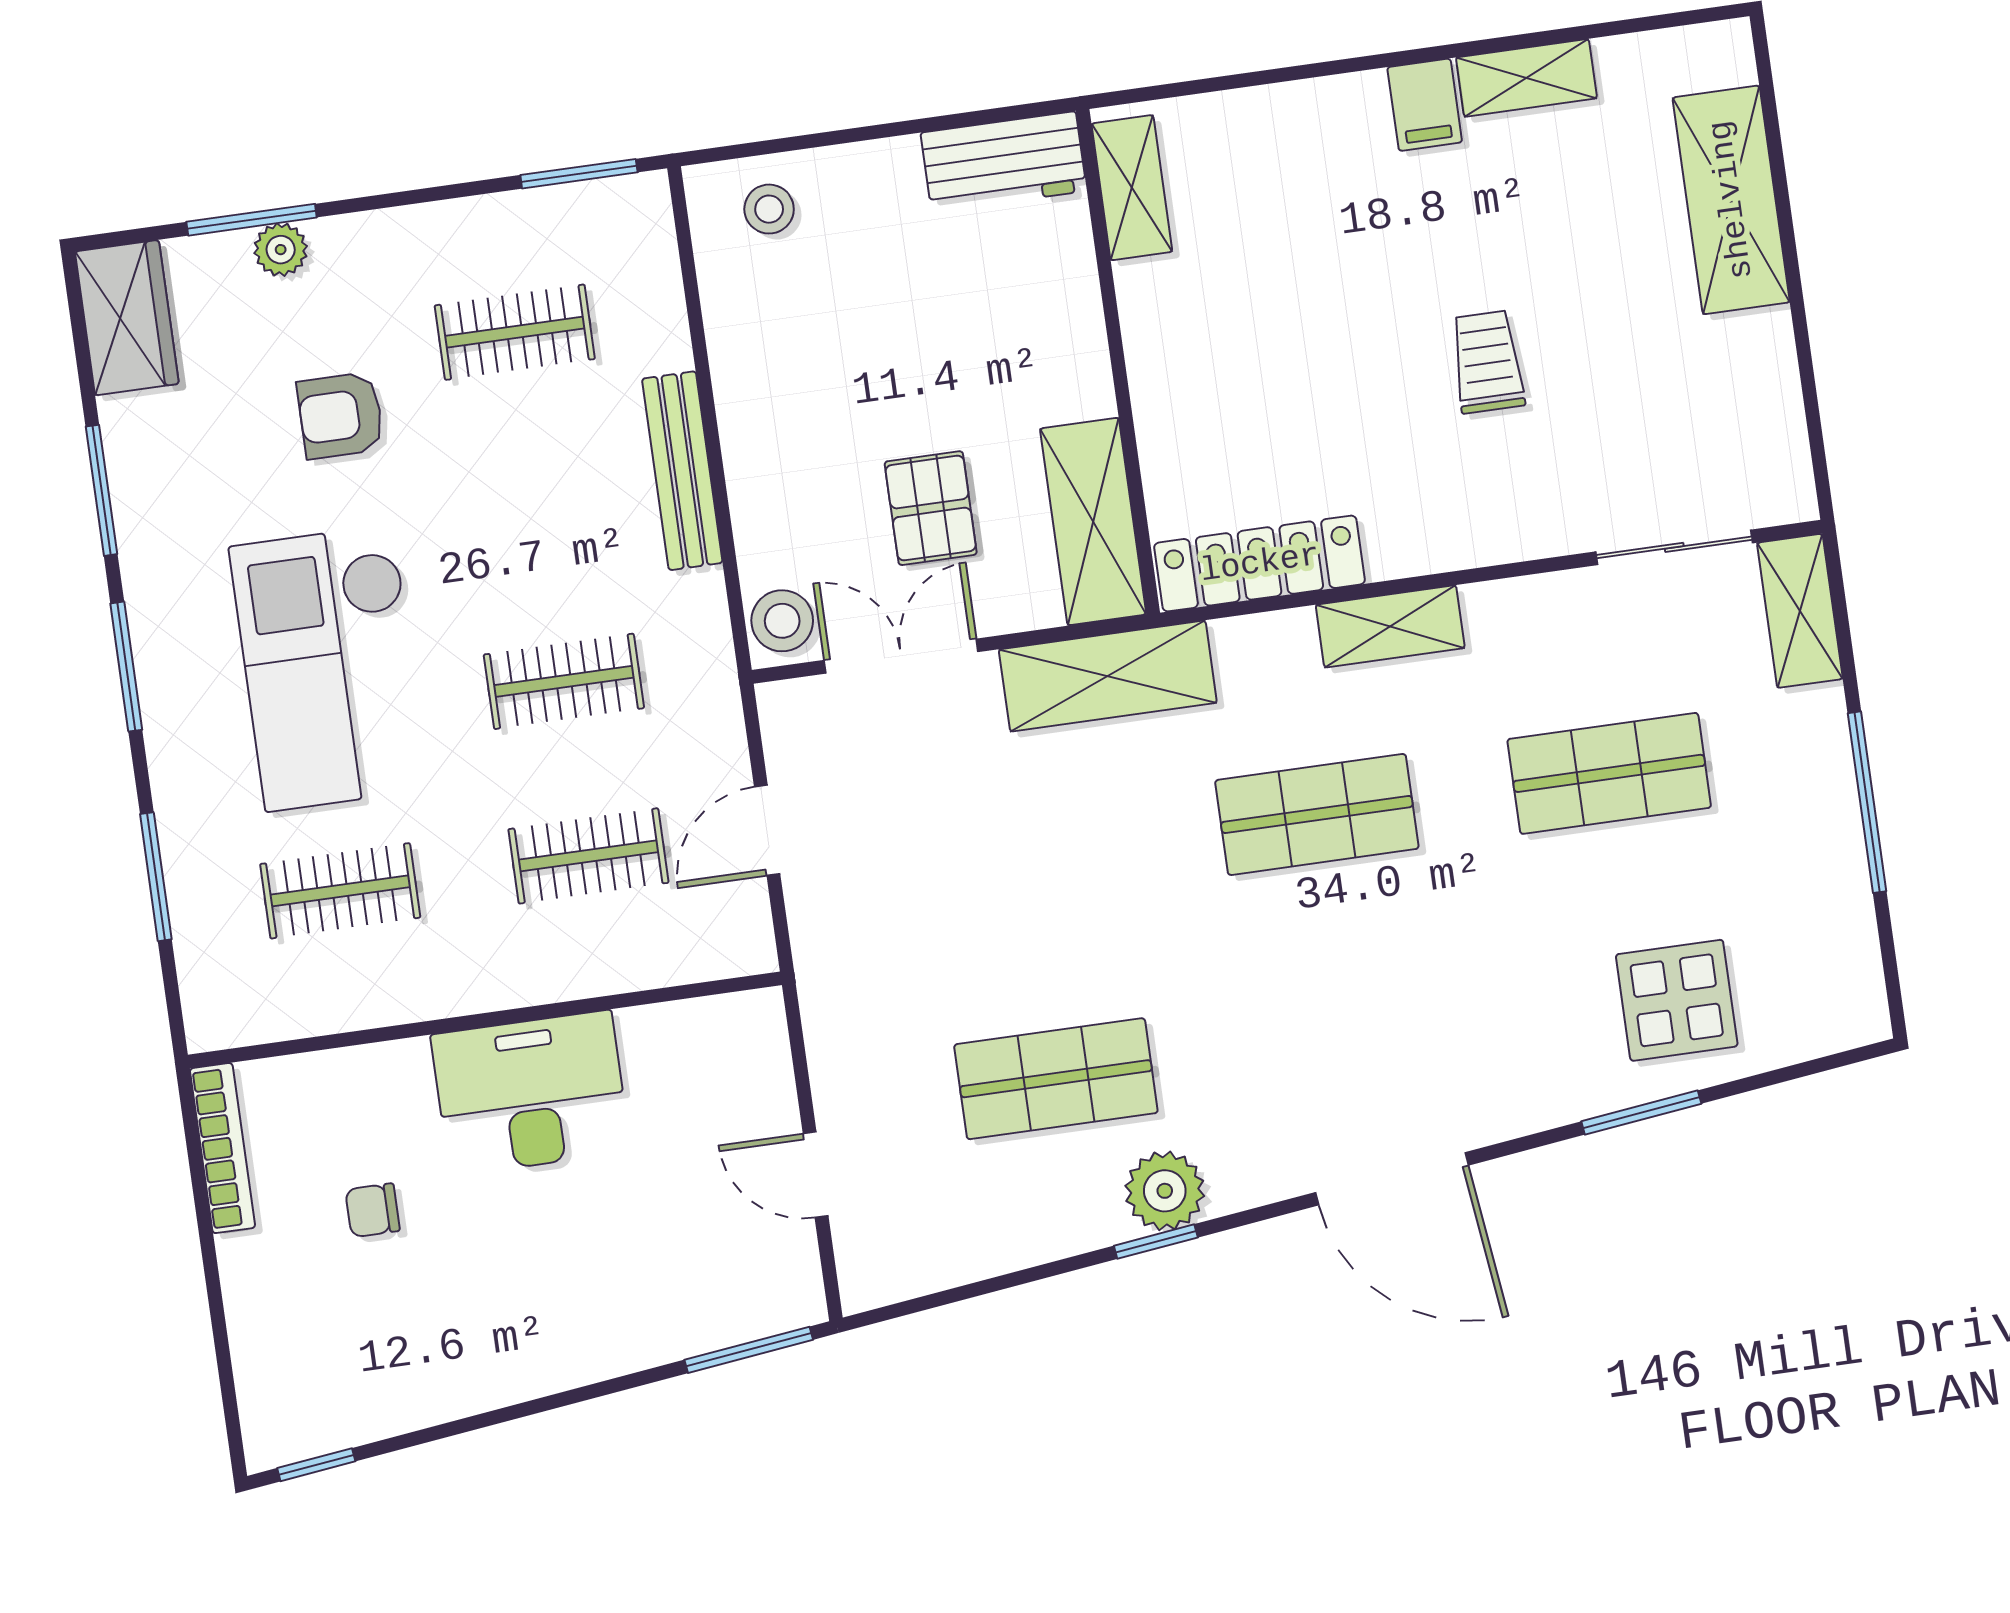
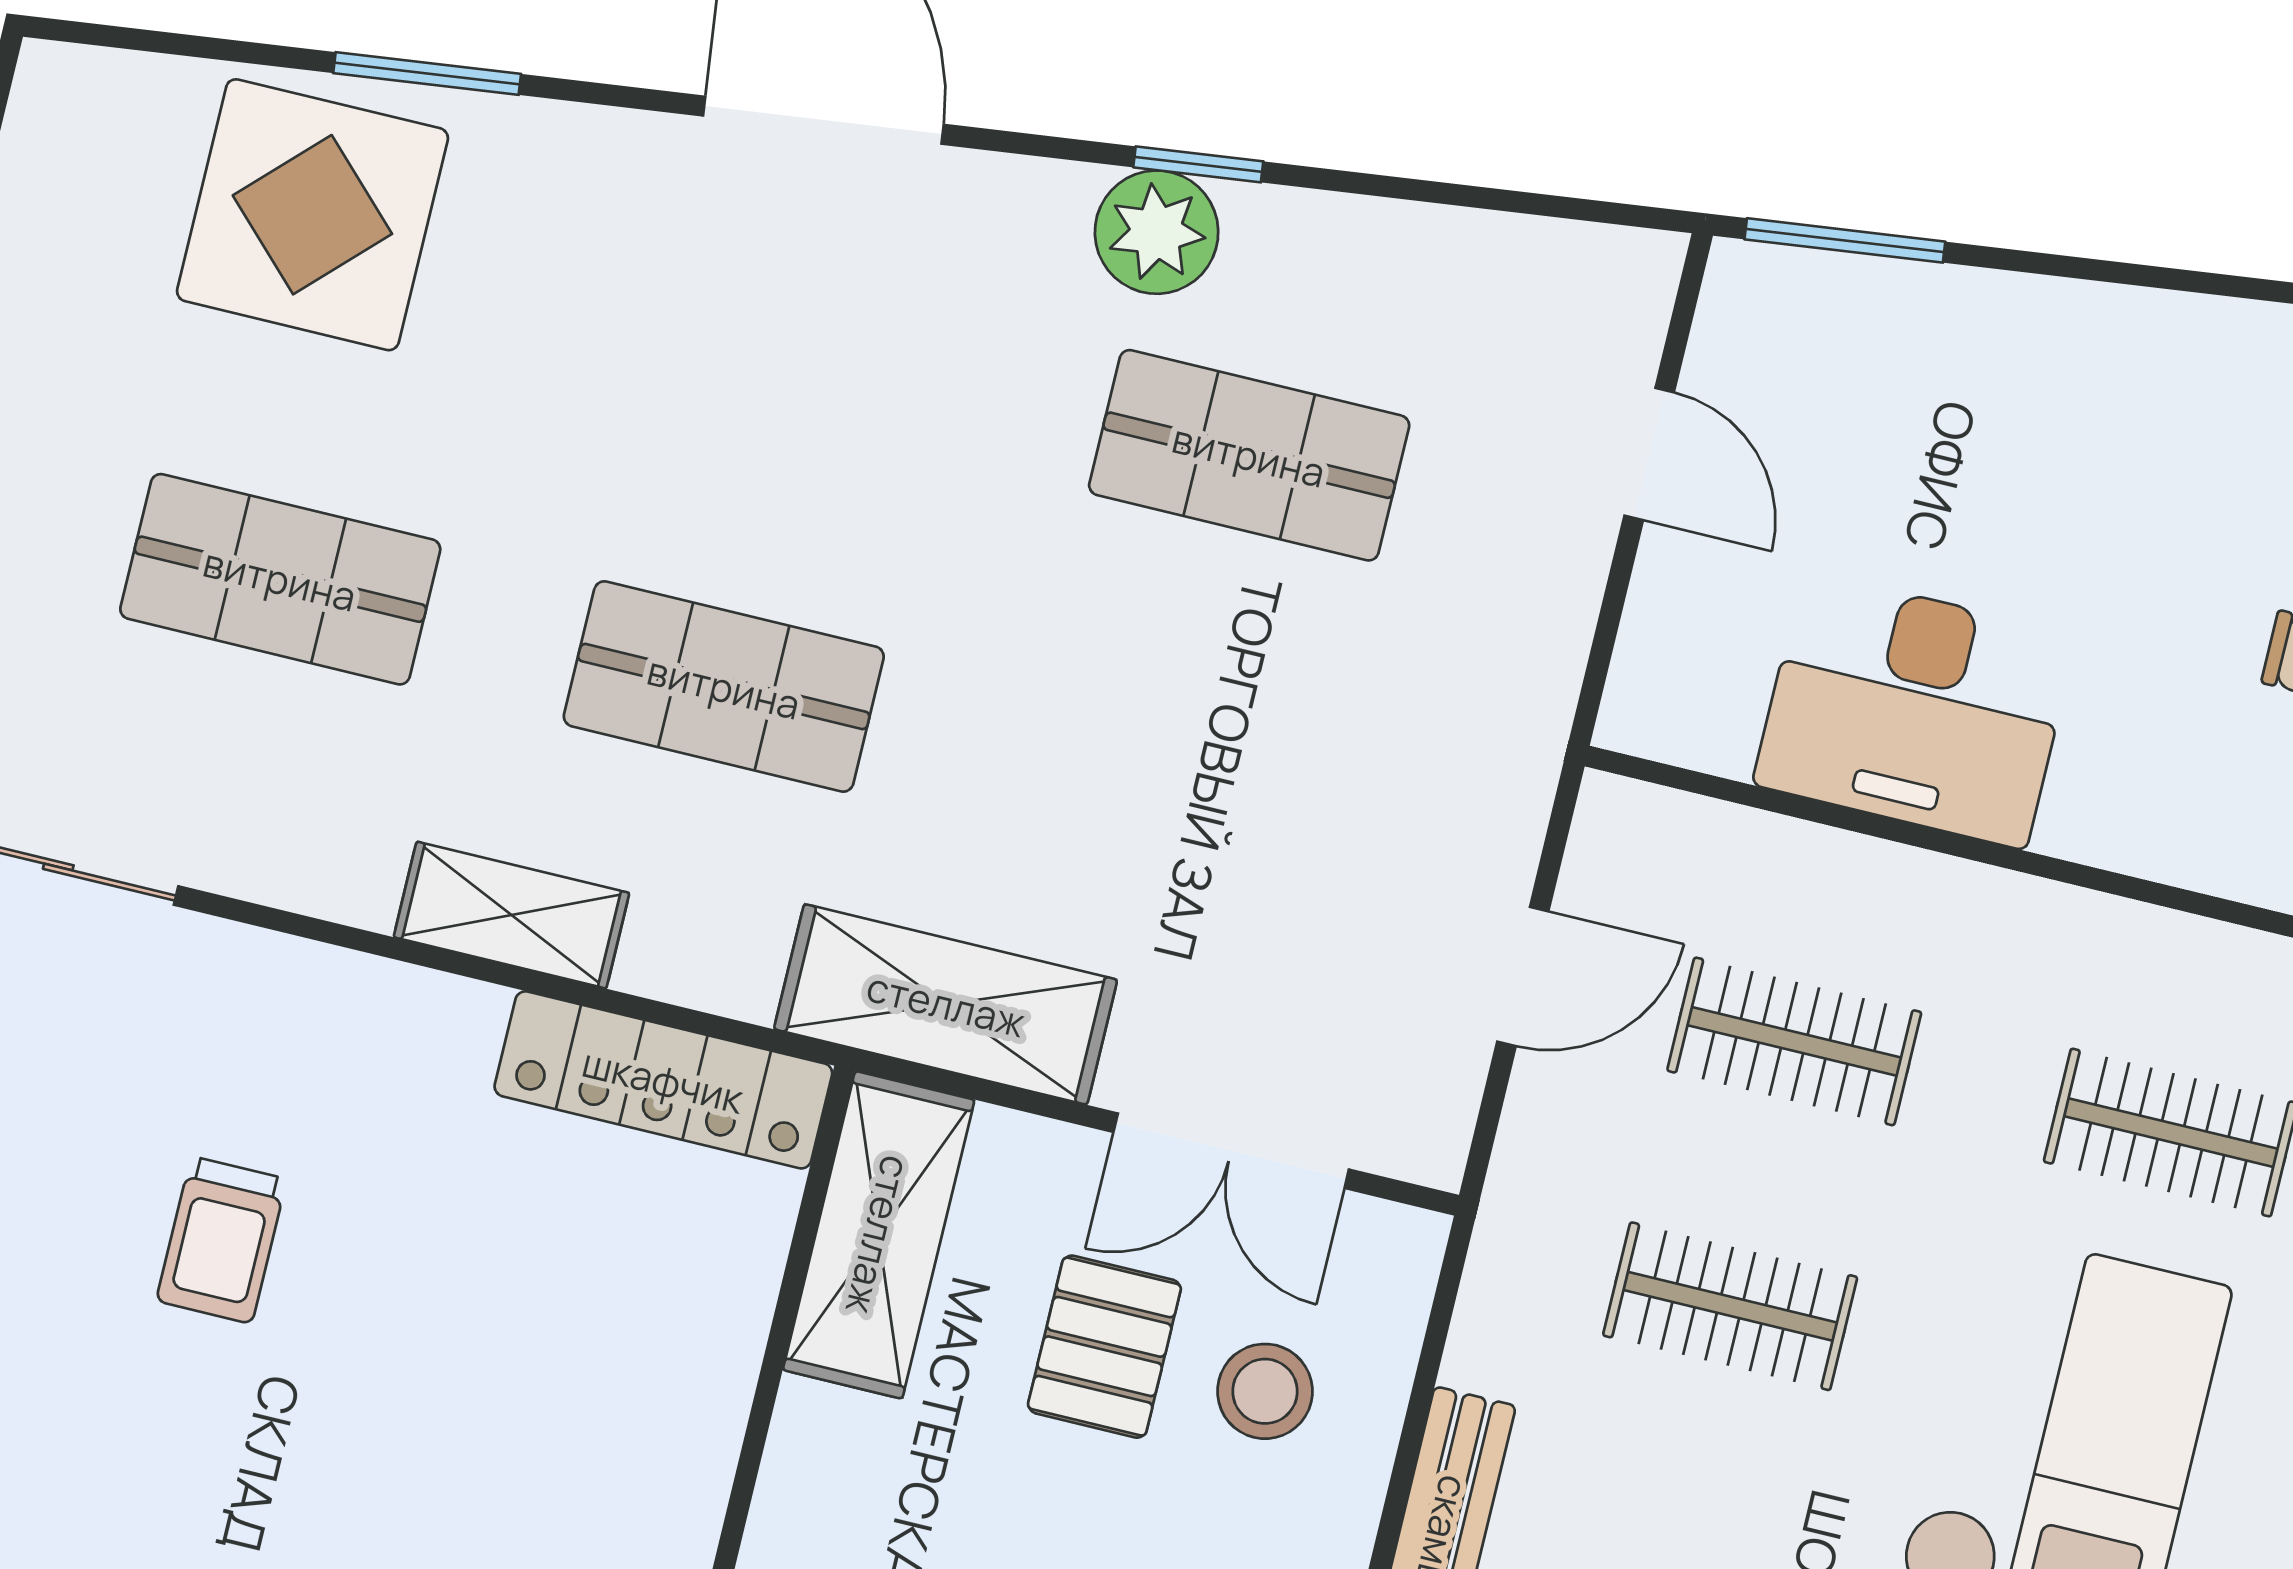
stool: (782, 621) -> (1265, 1391), moved
display table: (1677, 1000) -> (312, 215), width x1.36, depth x1.36
desk: (531, 1093) -> (1915, 710), moved

